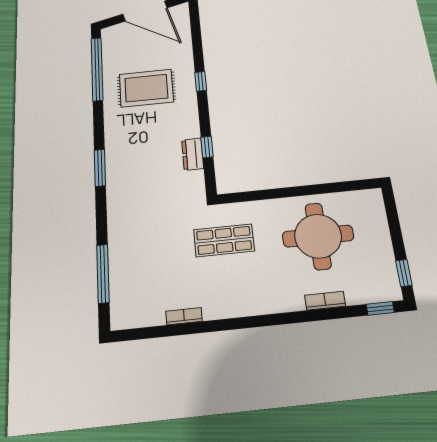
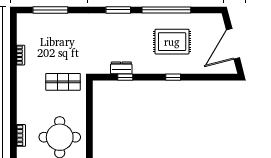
window: (97, 69) -> (166, 10), moved
rug: (146, 88) -> (172, 42), turned 90
shop shelf: (224, 240) -> (63, 82), turned 90

